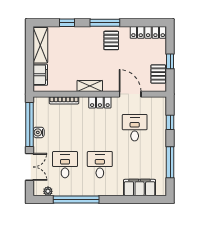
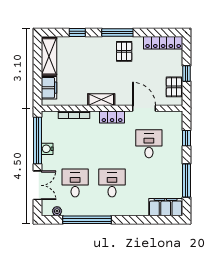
filing cabinet: (140, 188) -> (166, 207), moved

